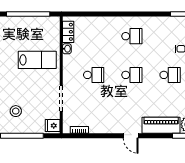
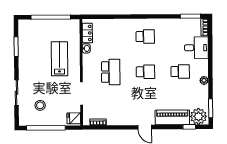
lab bench: (37, 60) -> (59, 59), turned -90
school desk: (94, 75) -> (111, 72), width x1.85

